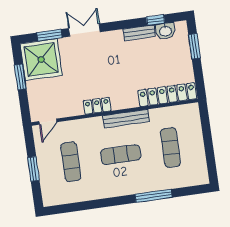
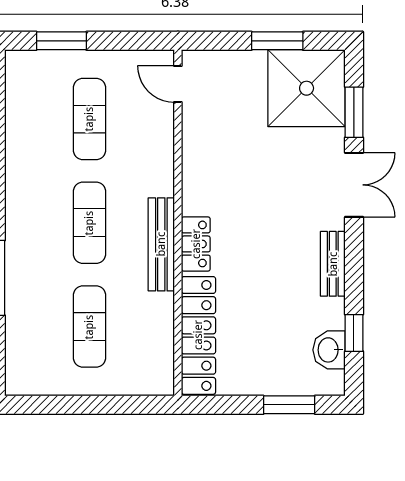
bench: (139, 33) -> (333, 264), moved
locker: (97, 106) -> (196, 244), moved
exercise mat: (170, 148) -> (89, 327), turned 90
exercise mat: (71, 162) -> (89, 119), turned 90
window: (33, 169) -> (61, 41), moved

